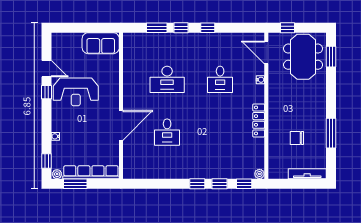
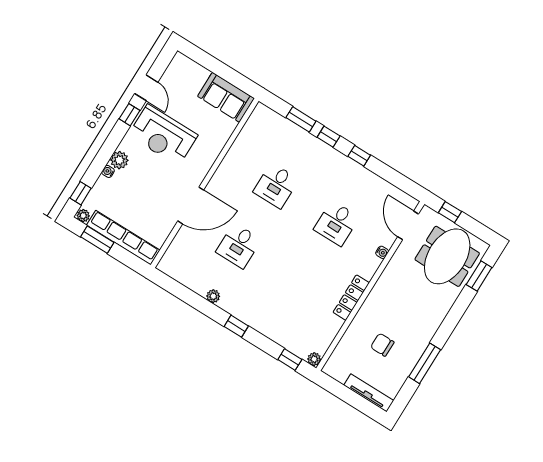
desk: (167, 79) -> (276, 186), width x0.73
plant: (58, 125) -> (119, 160), added
plant: (171, 174) -> (213, 296), added
window: (220, 184) -> (262, 342), removed

